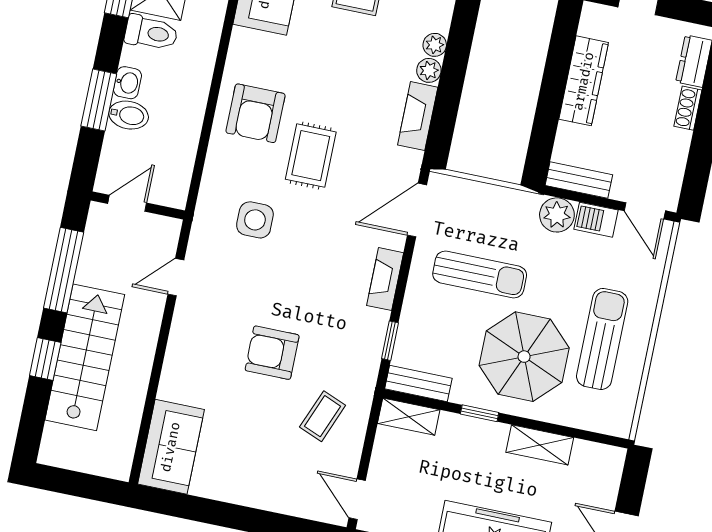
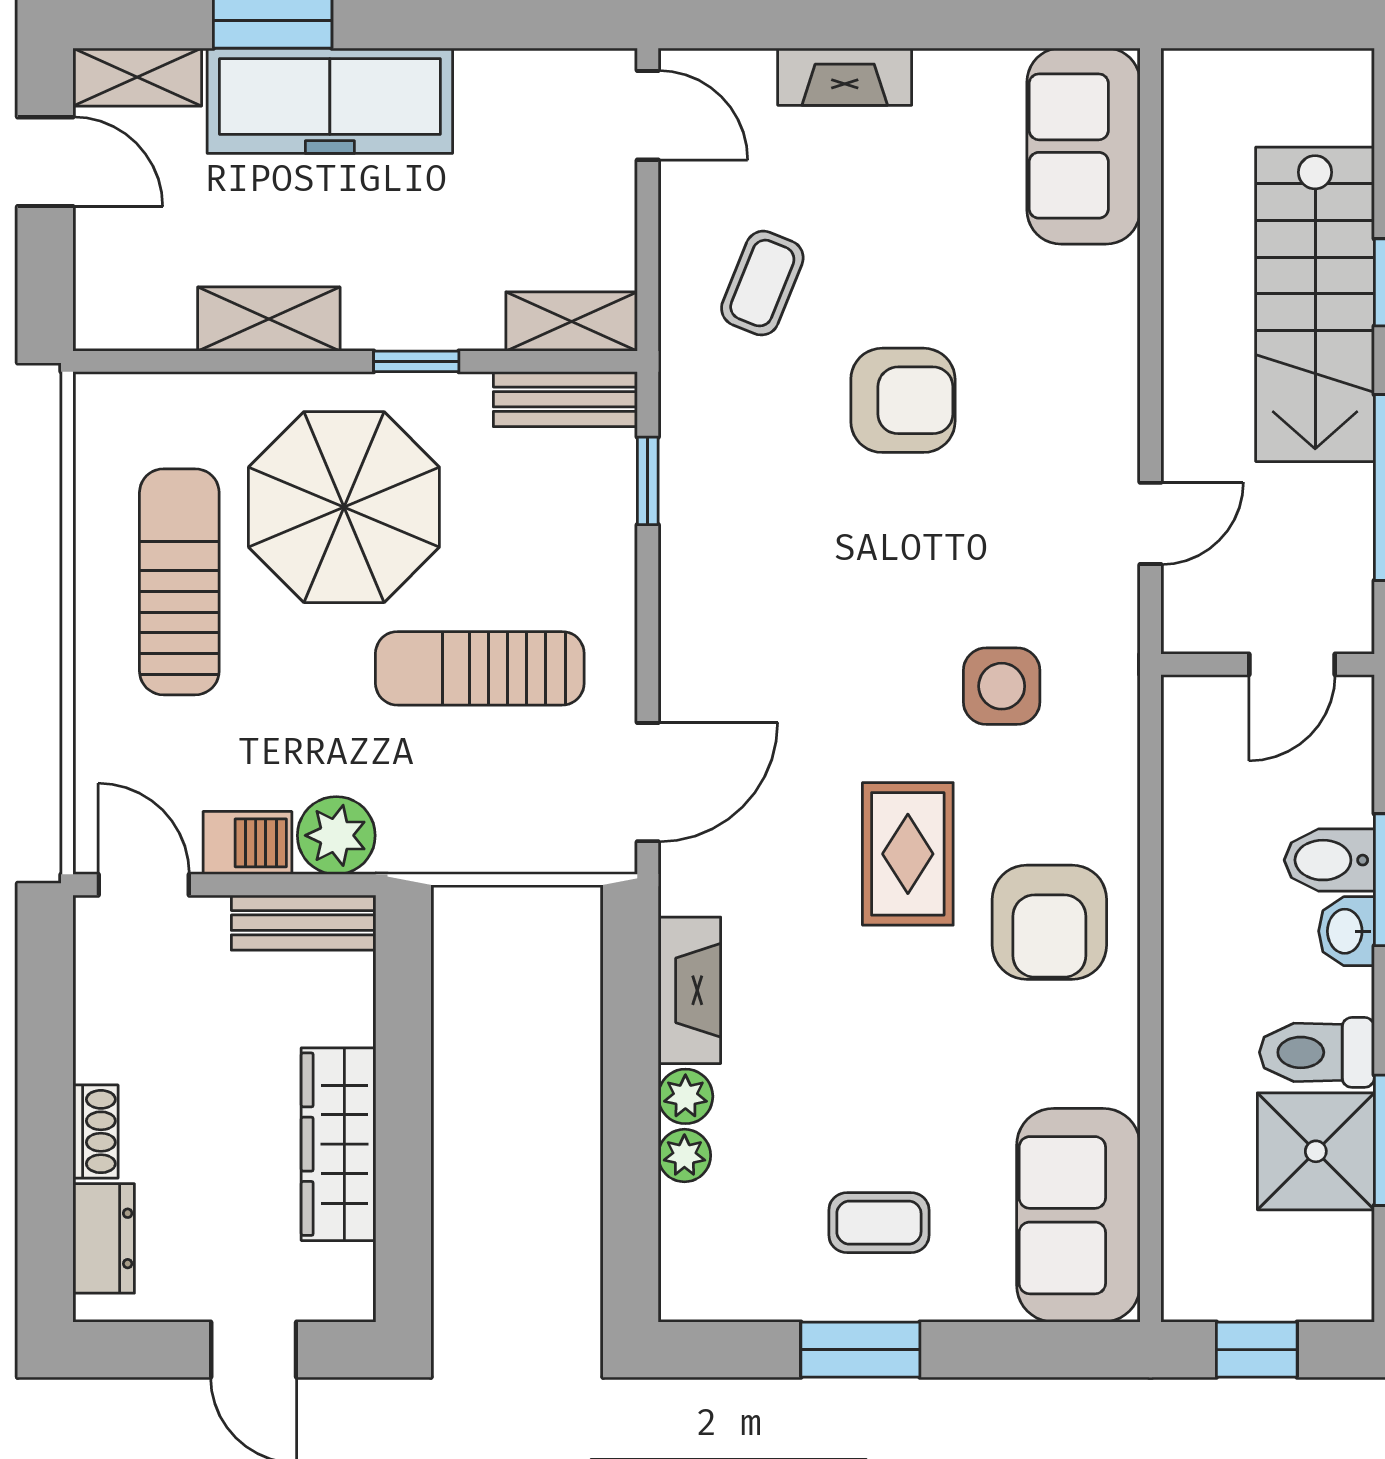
armchair: (255, 113) -> (1049, 922), turned 180
fireplace: (385, 279) -> (845, 77), moved, turned 90
sun lounger: (602, 339) -> (179, 582), turned 180

